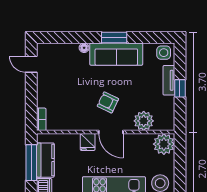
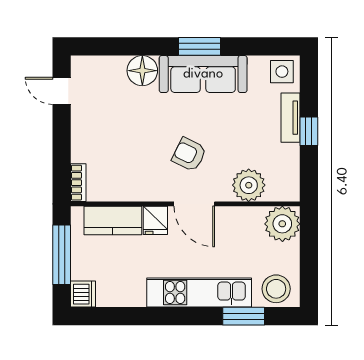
floor lamp: (84, 48) -> (142, 71), width x1.89, depth x1.89
kitchen counter: (45, 160) -> (113, 220), moved, turned 90

